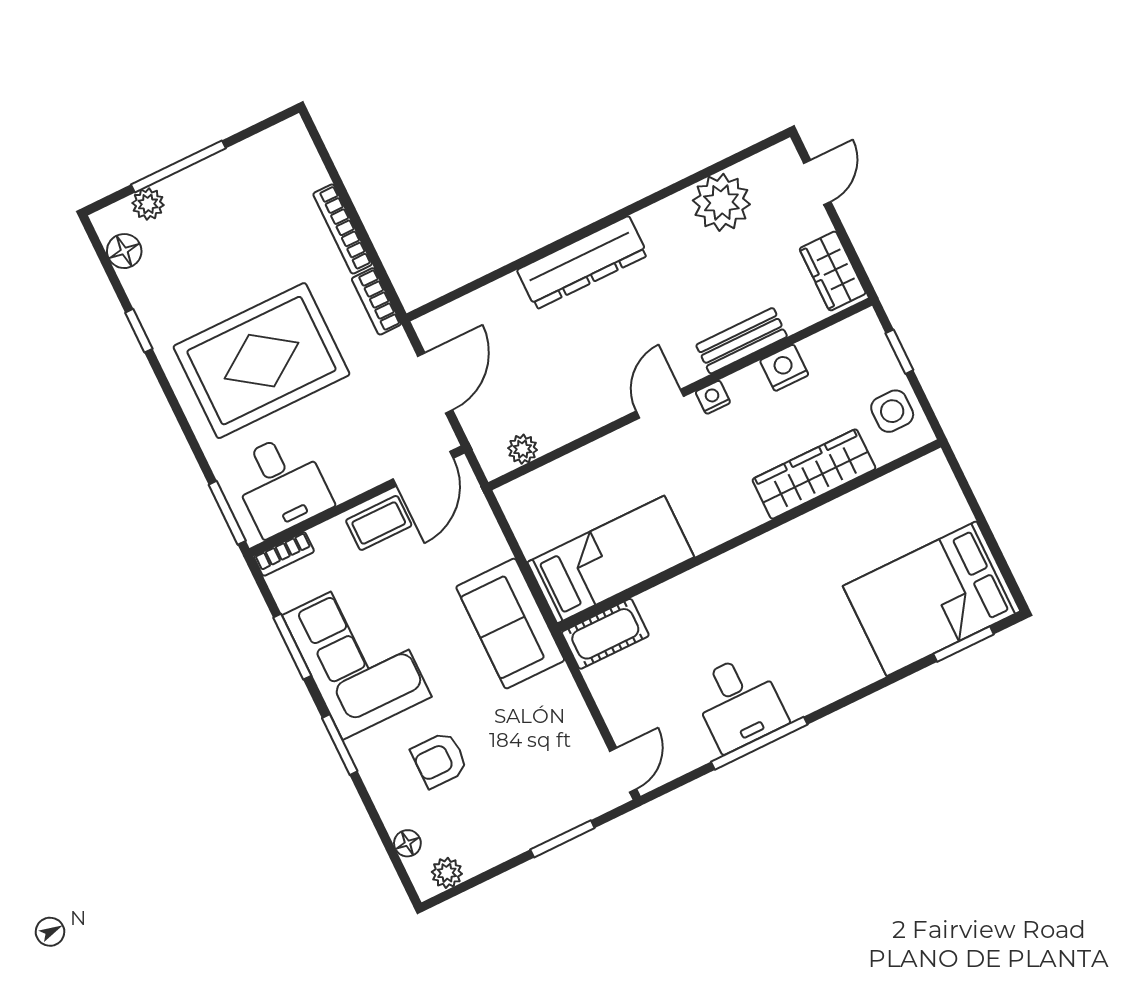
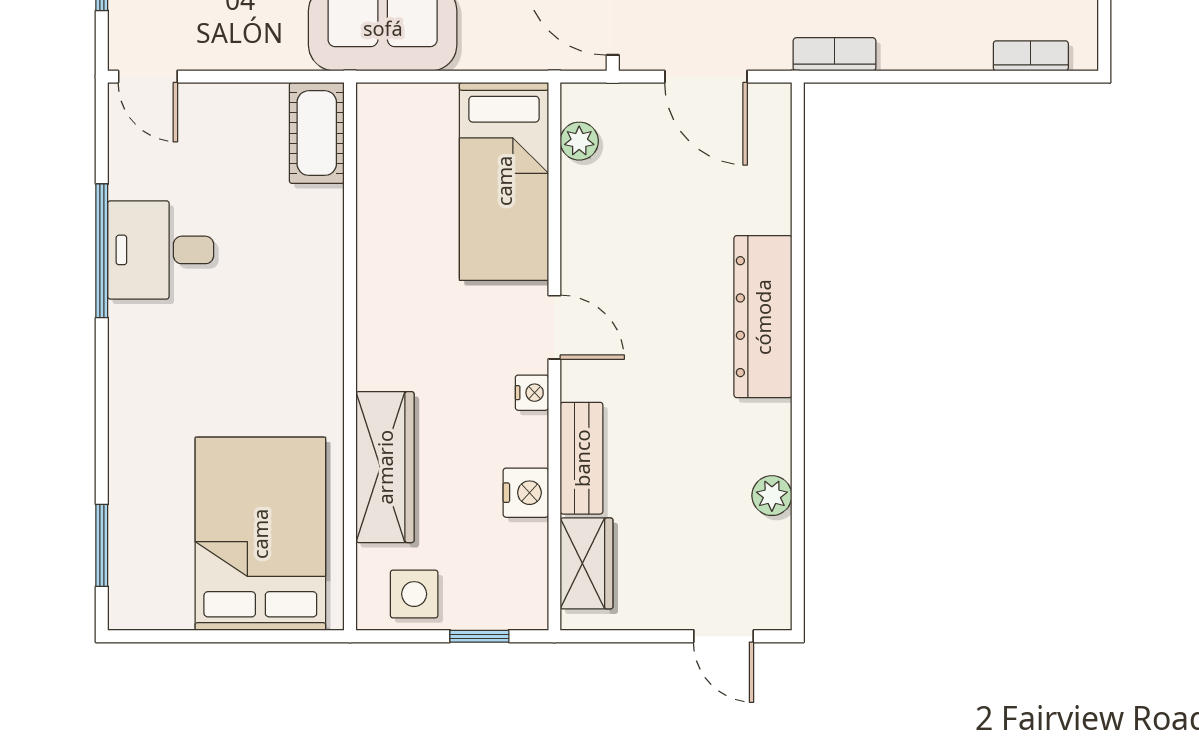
plant: (721, 202) -> (772, 496), width x0.53, depth x0.53
bookcase: (343, 229) -> (1031, 56), moved, width x0.64
wardrobe: (833, 271) -> (587, 563), moved, turned 90
bed: (611, 560) -> (504, 181), moved
bed: (932, 599) -> (260, 534), moved

